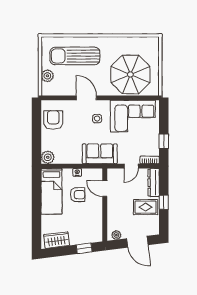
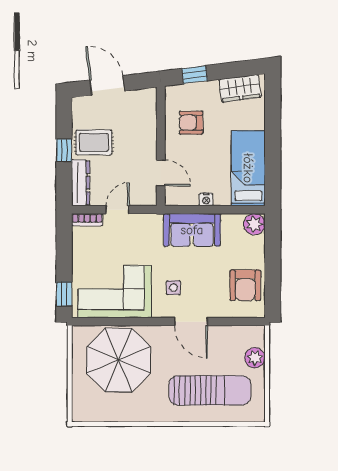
window: (164, 141) -> (64, 294), moved
sofa: (100, 154) -> (192, 230), moved
armchair: (78, 195) -> (191, 123), moved
plant: (116, 235) -> (142, 96), removed

